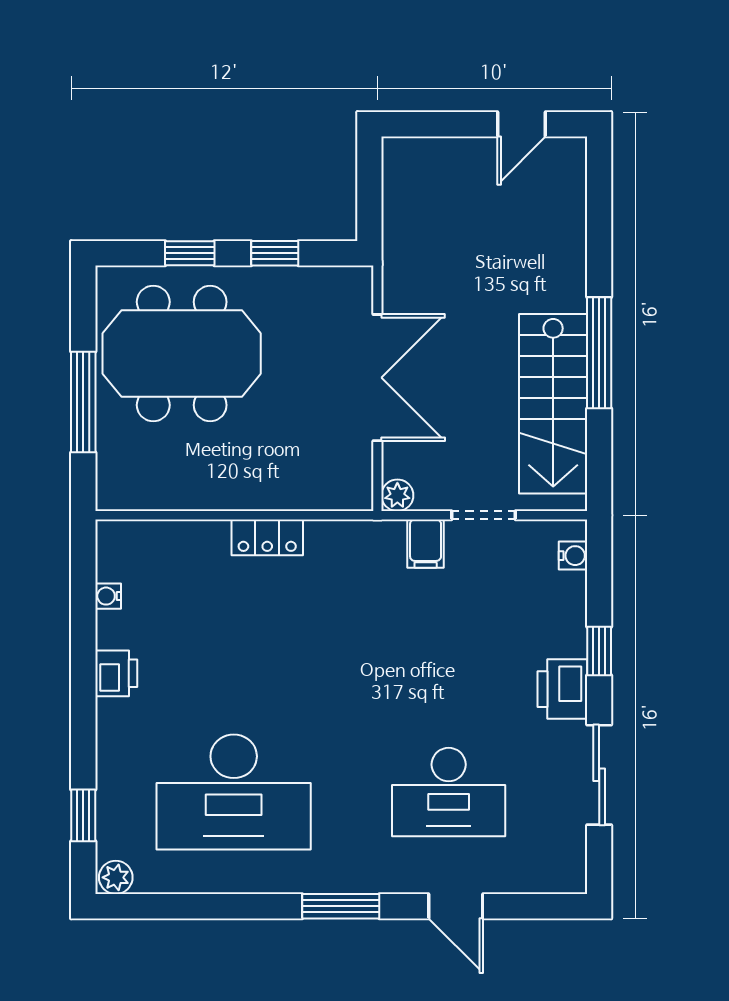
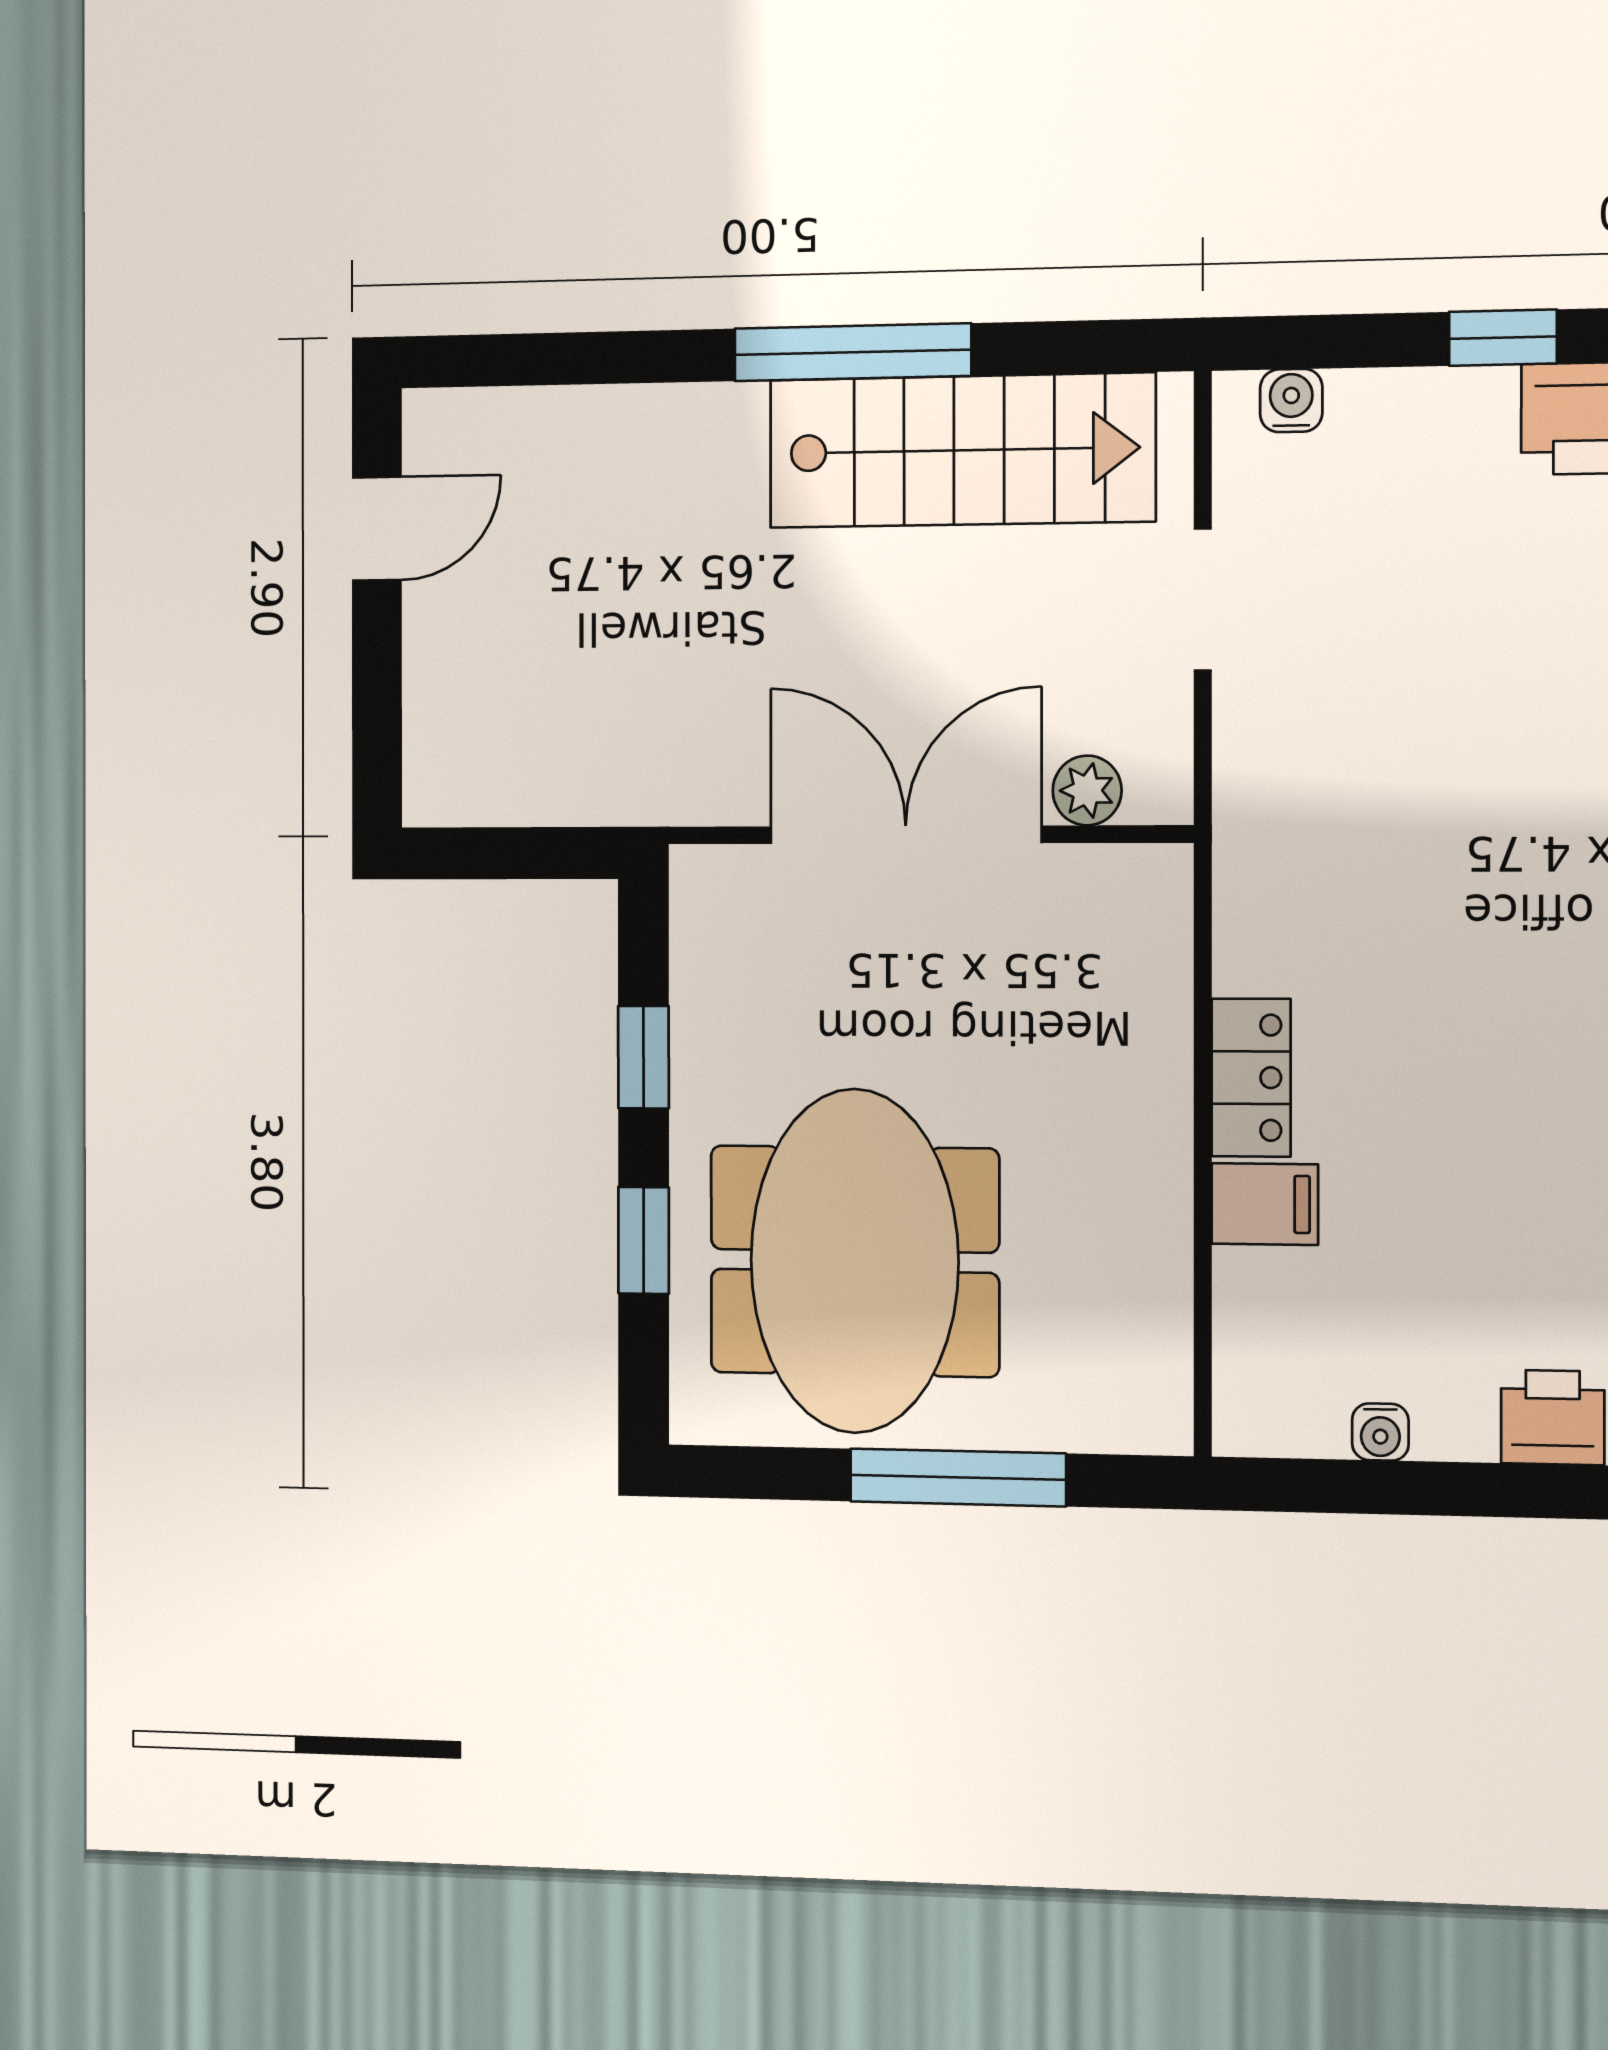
door: (521, 124) -> (377, 529), hinge flipped
plant: (397, 495) -> (1087, 790), moved
filing cabinet: (426, 544) -> (1265, 1204), moved

